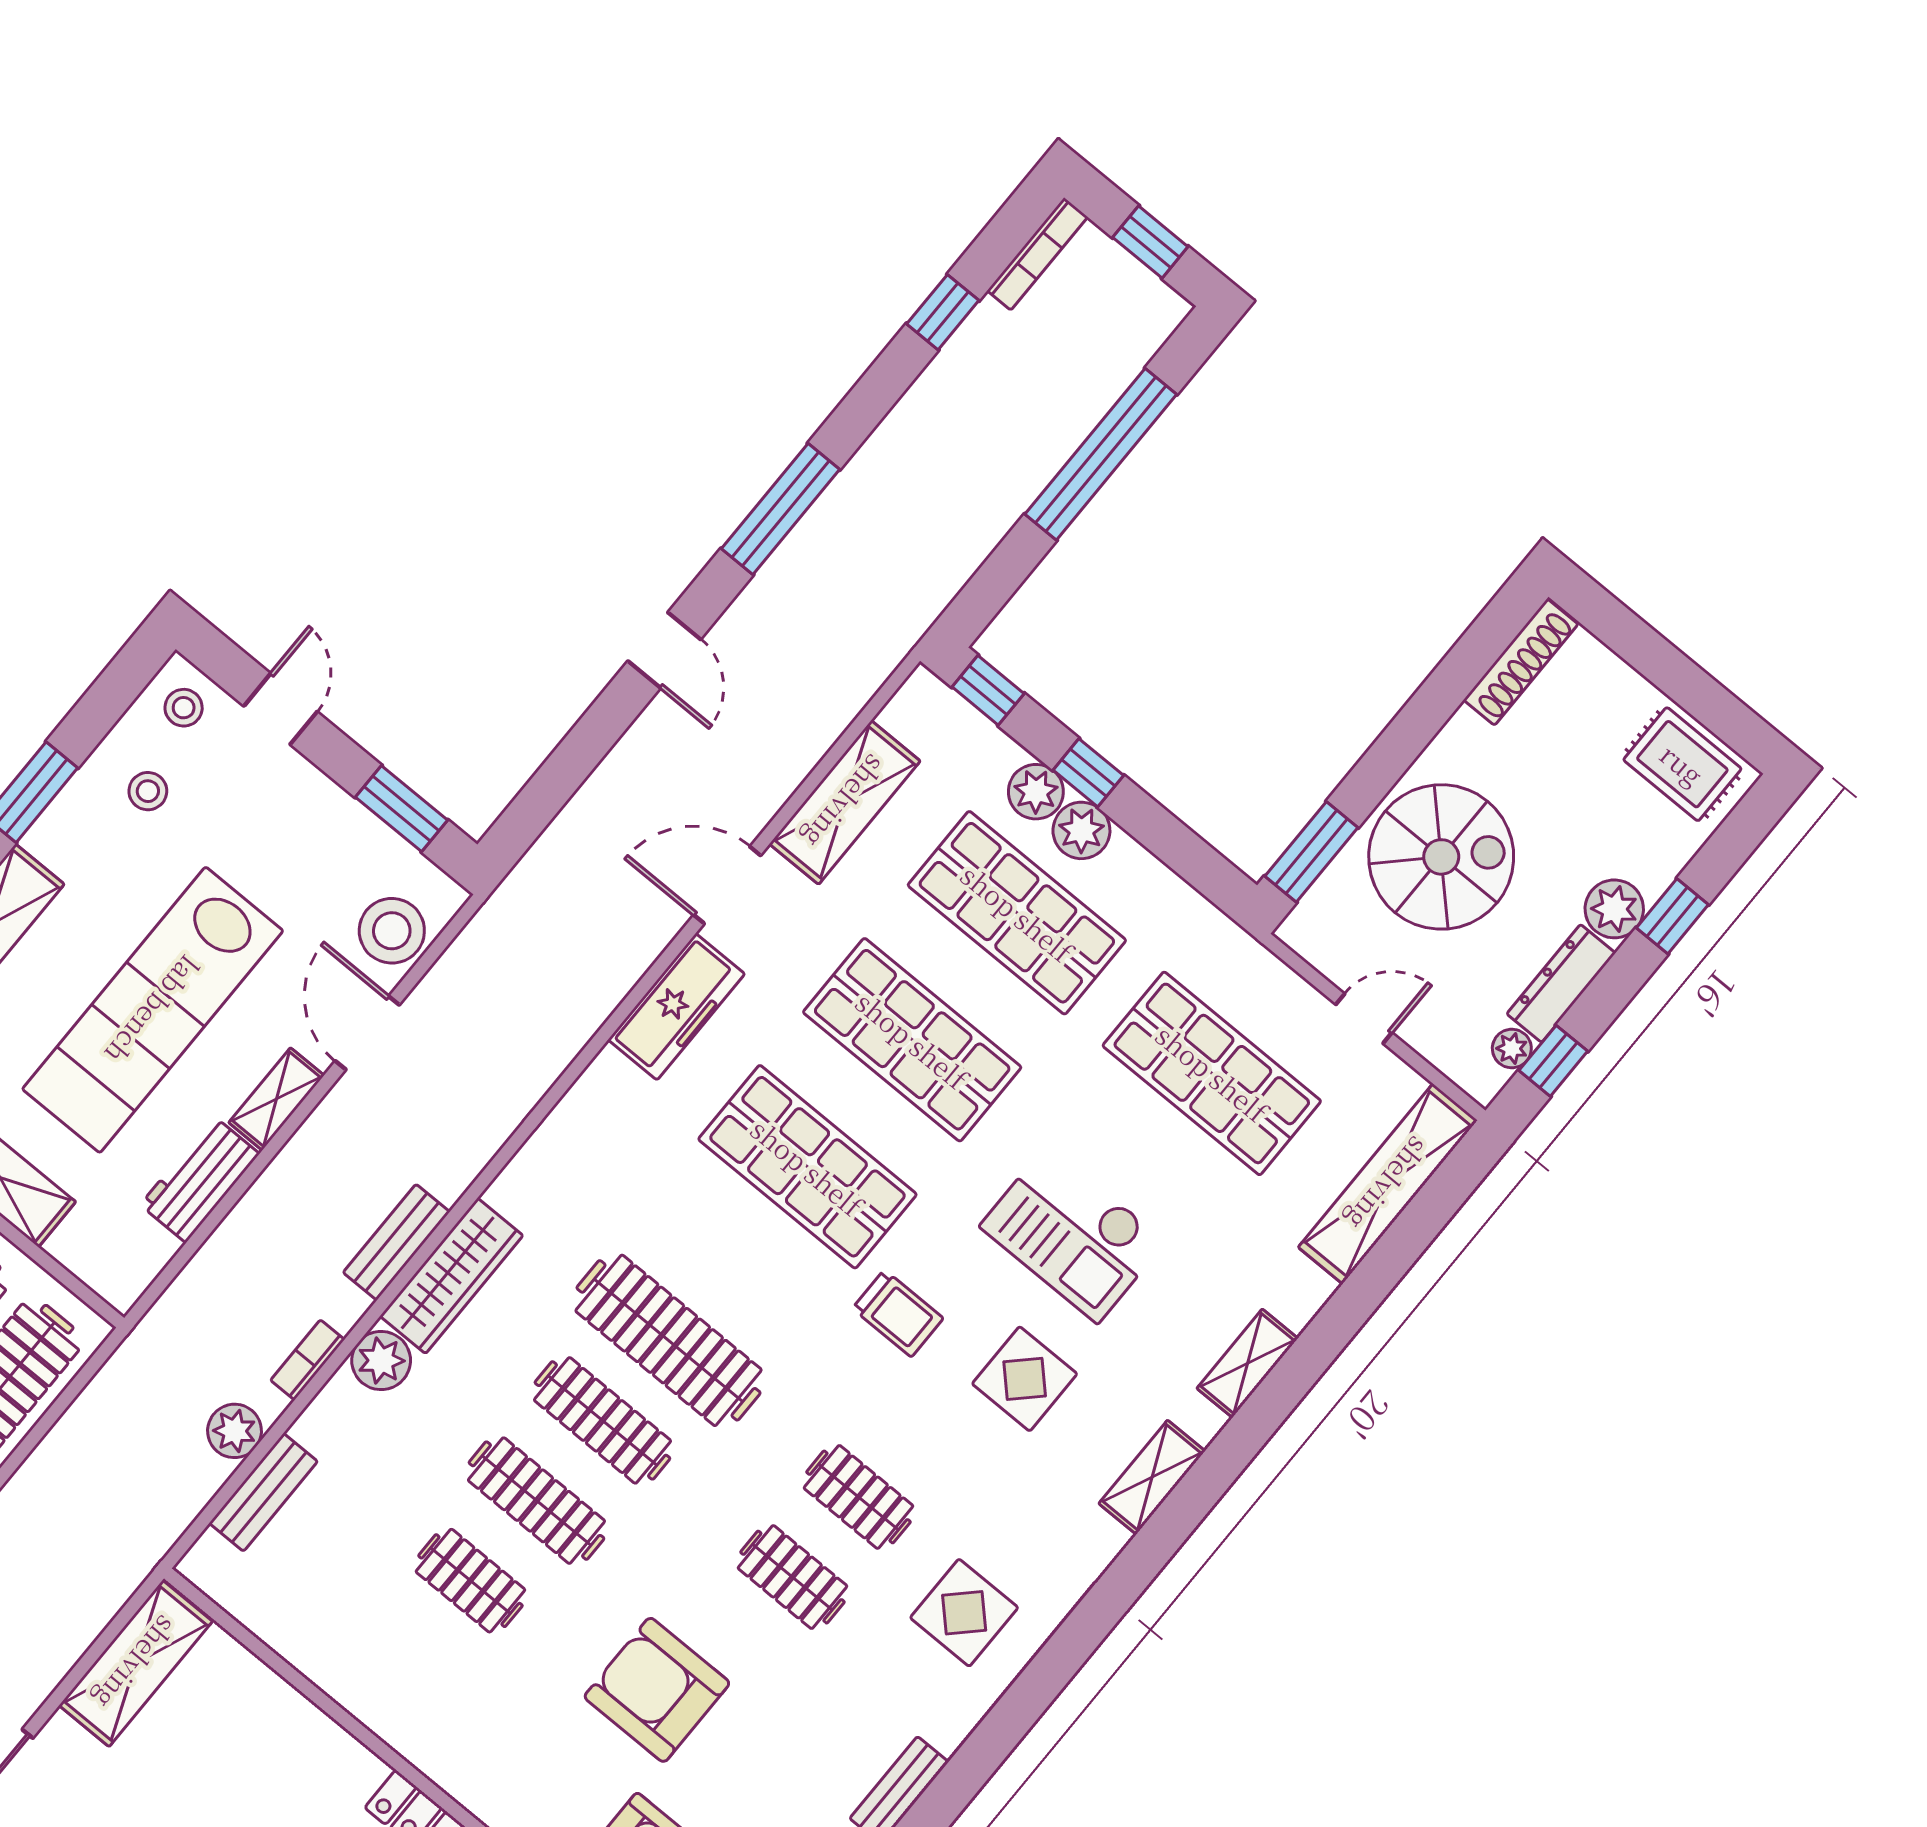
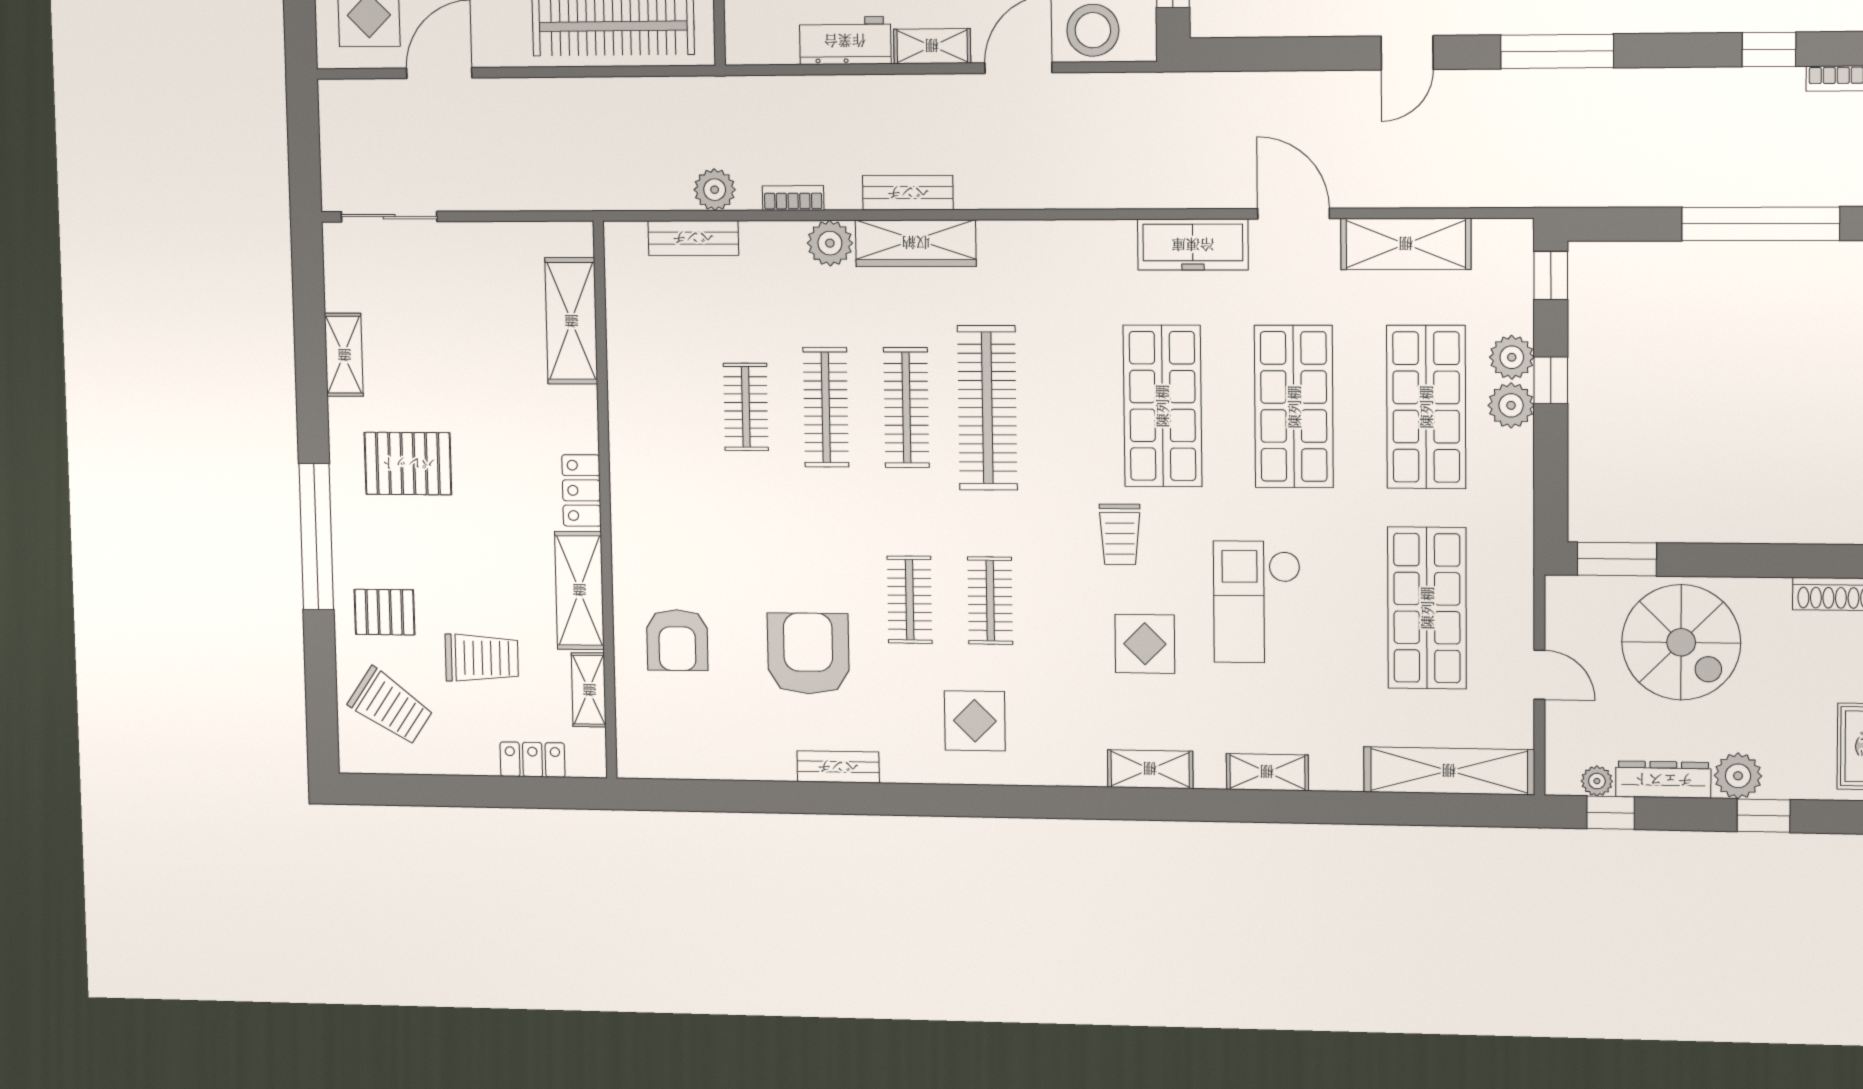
shelving: (136, 1663) -> (571, 321), moved, turned 90
armchair: (657, 1690) -> (808, 654), moved

